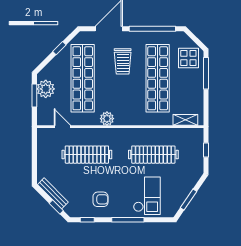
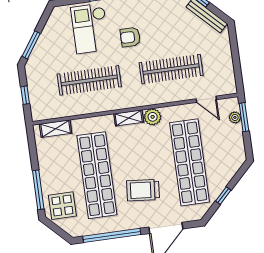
trolley: (123, 61) -> (143, 190), turned -85
plant: (46, 89) -> (235, 117), moved, width x0.53, depth x0.53
window: (34, 96) -> (244, 117), moved
shelving: (126, 120) -> (129, 118), added
armchair: (101, 199) -> (130, 37), moved
window: (189, 200) -> (31, 45), moved

